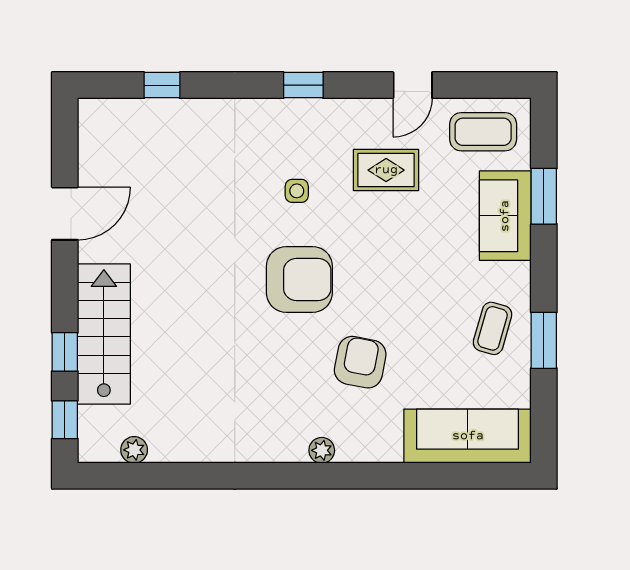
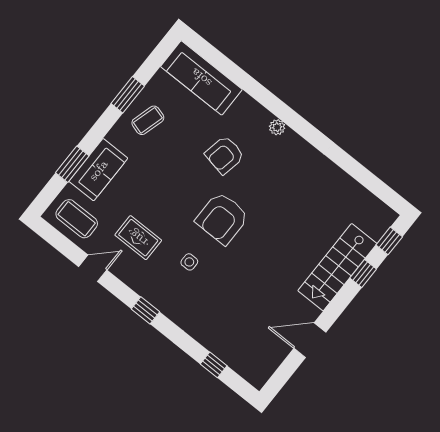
armchair: (299, 279) -> (222, 218), turned -90
plant: (134, 450) -> (367, 200), removed

